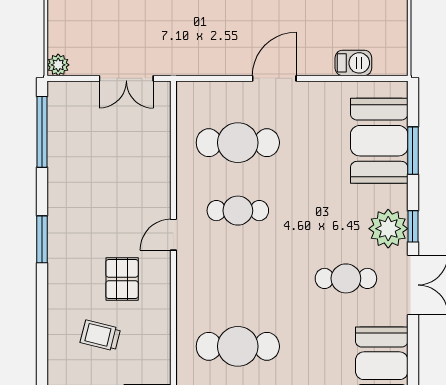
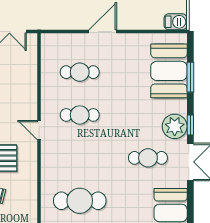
barbecue: (353, 63) -> (176, 22), moved
cafe table: (238, 143) -> (80, 72), width x0.73, depth x0.74
door: (173, 235) -> (39, 130), hinge flipped

